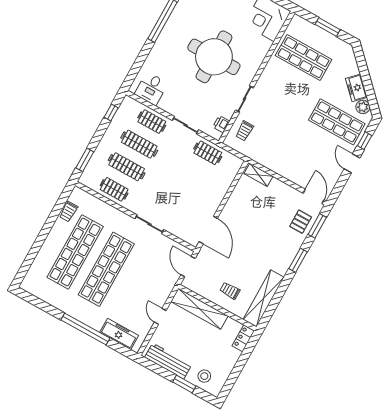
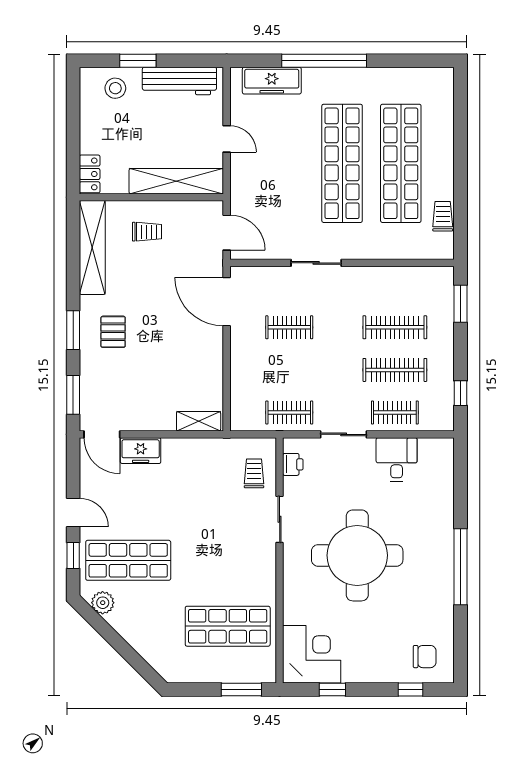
window: (328, 27) -> (241, 689), moved
freezer: (356, 88) -> (141, 451), moved, turned 135
desk: (151, 89) -> (397, 459), moved
clothes rail: (114, 189) -> (289, 327), moved
pallet: (301, 222) -> (113, 332), moved

